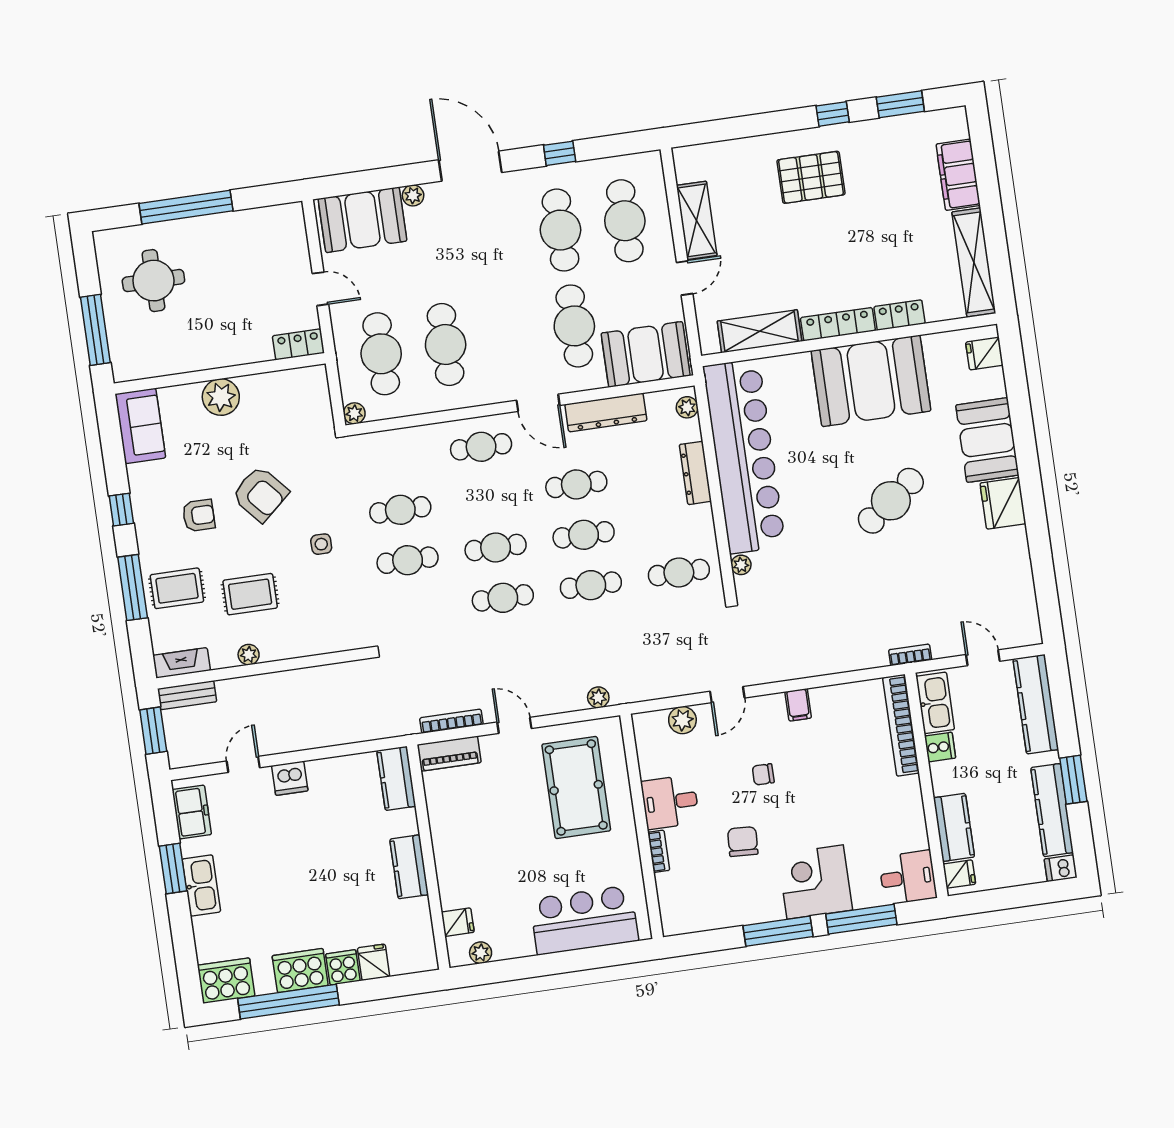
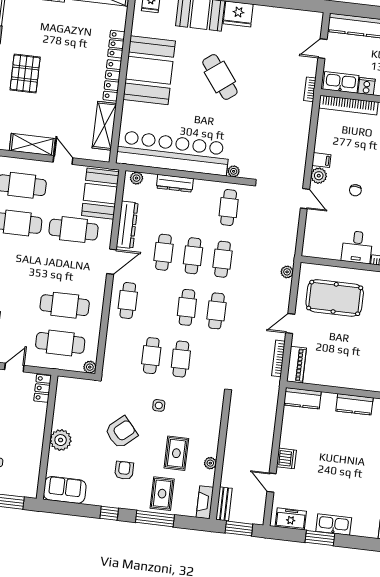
plant: (682, 720) -> (319, 176), moved

